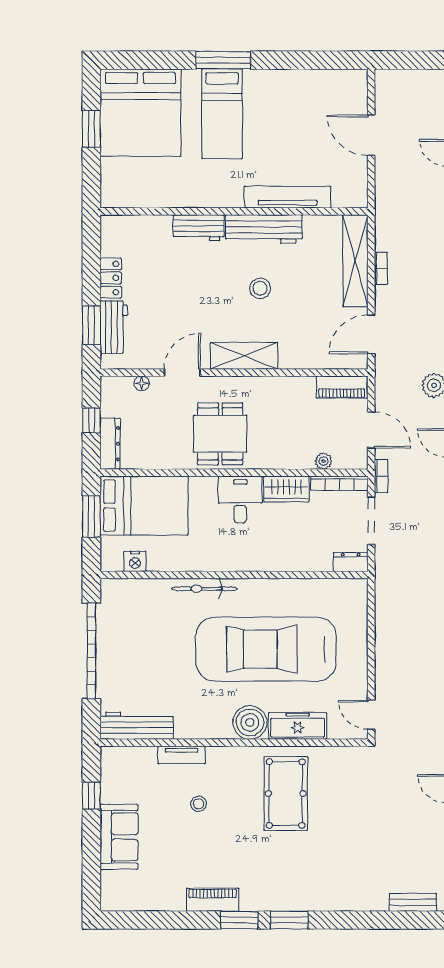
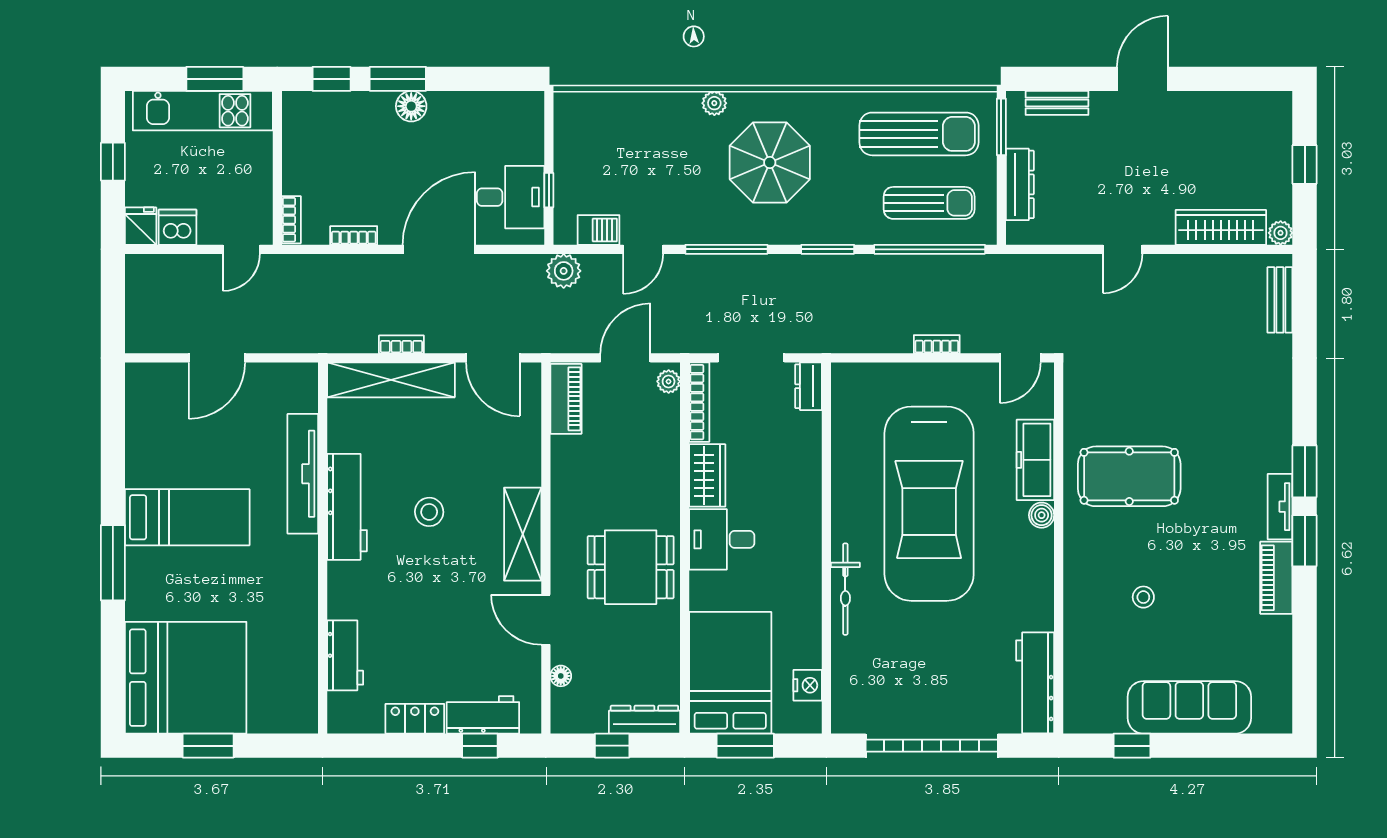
bed: (222, 114) -> (187, 517), moved
workbench: (199, 228) -> (345, 655), moved
window: (91, 325) -> (480, 746), width x0.67
plant: (324, 461) -> (669, 381), moved
bookcase: (381, 476) -> (937, 344), moved
boiler: (250, 722) -> (1042, 515), width x0.54, depth x0.54
tv unit: (181, 755) -> (1280, 507), moved, turned 180
sofa: (119, 837) -> (1189, 707), width x1.36

